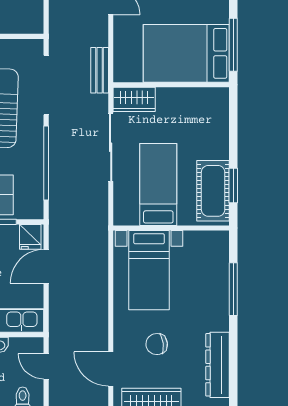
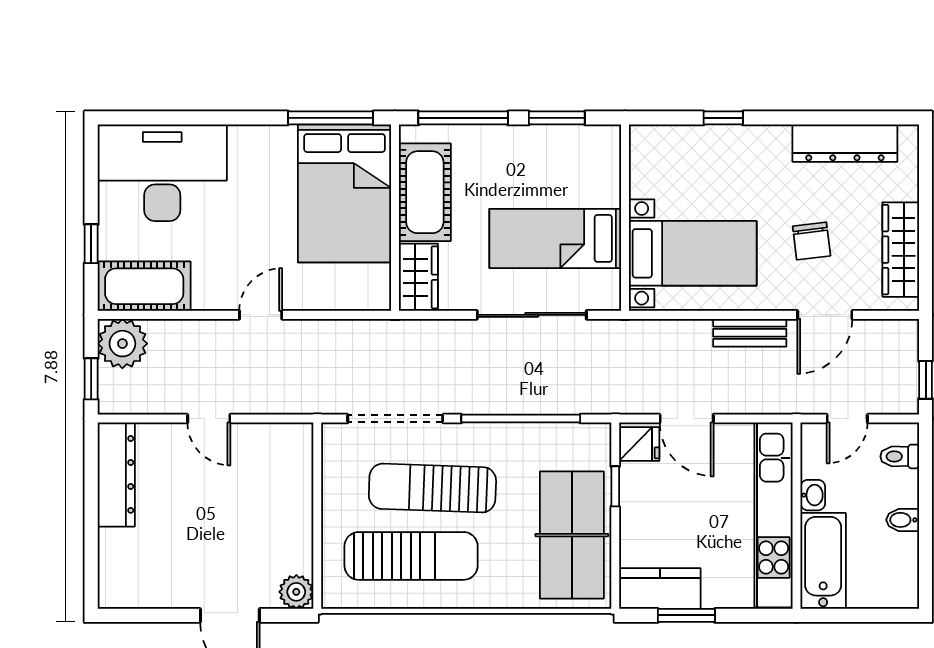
bench: (100, 70) -> (750, 333), moved
window: (233, 127) -> (463, 118), added
sliding door: (111, 147) -> (532, 315), moved
cot: (213, 191) -> (425, 192), moved, turned 90
window: (233, 289) -> (723, 118), width x0.46
door: (111, 369) -> (825, 315), moved

